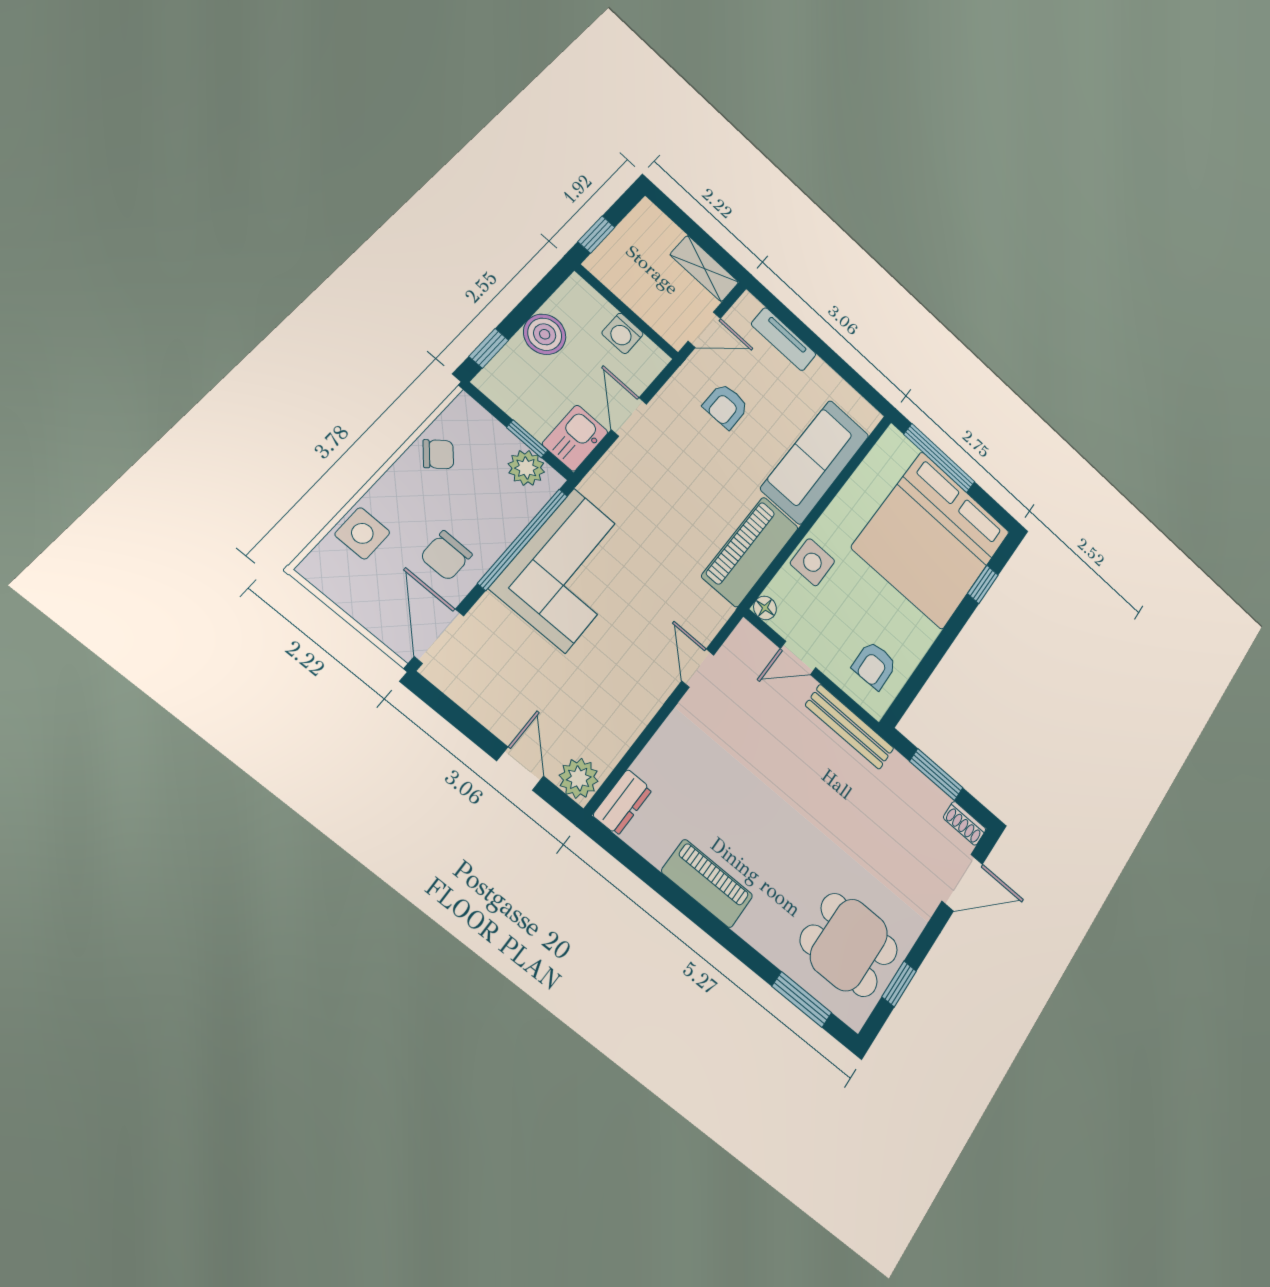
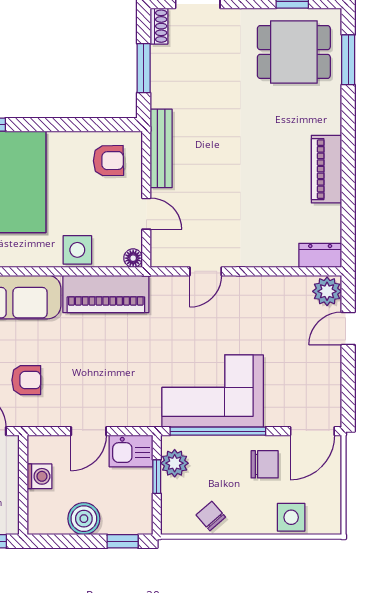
dining table: (849, 945) -> (294, 52), turned 90

